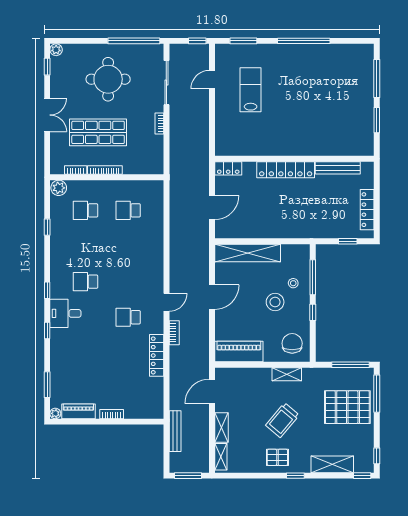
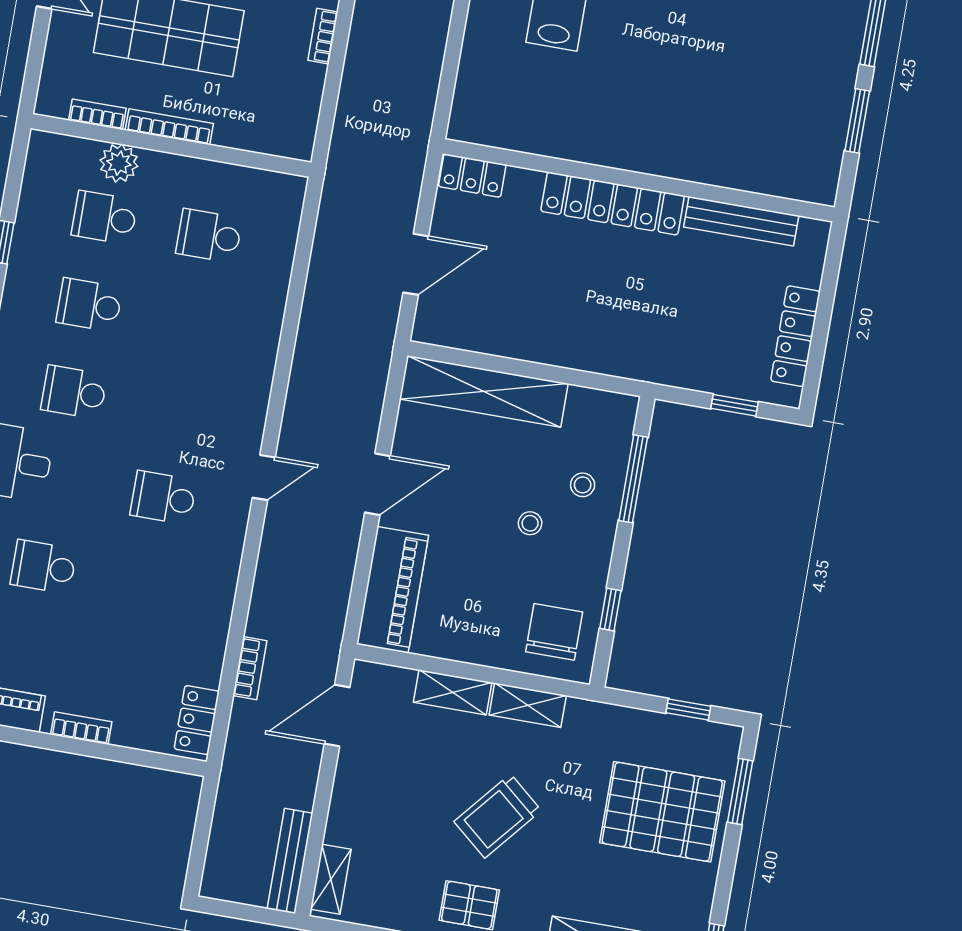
plant: (59, 188) -> (119, 163), moved
school desk: (85, 246) -> (89, 305), added
stool: (275, 302) -> (530, 523), width x0.53, depth x0.53
window: (313, 312) -> (610, 609), moved
bookcase: (174, 333) -> (250, 668), moved
piano: (239, 351) -> (393, 590), moved, turned 90
school desk: (85, 353) -> (44, 567), added
locker: (157, 355) -> (197, 720), moved, width x0.66
window: (351, 365) -> (688, 709), width x0.46
window: (377, 394) -> (740, 792), width x0.69
shelving: (221, 427) -> (453, 692), moved, turned 90
bench: (175, 431) -> (290, 861), moved
window: (188, 476) -> (243, 912), removed

